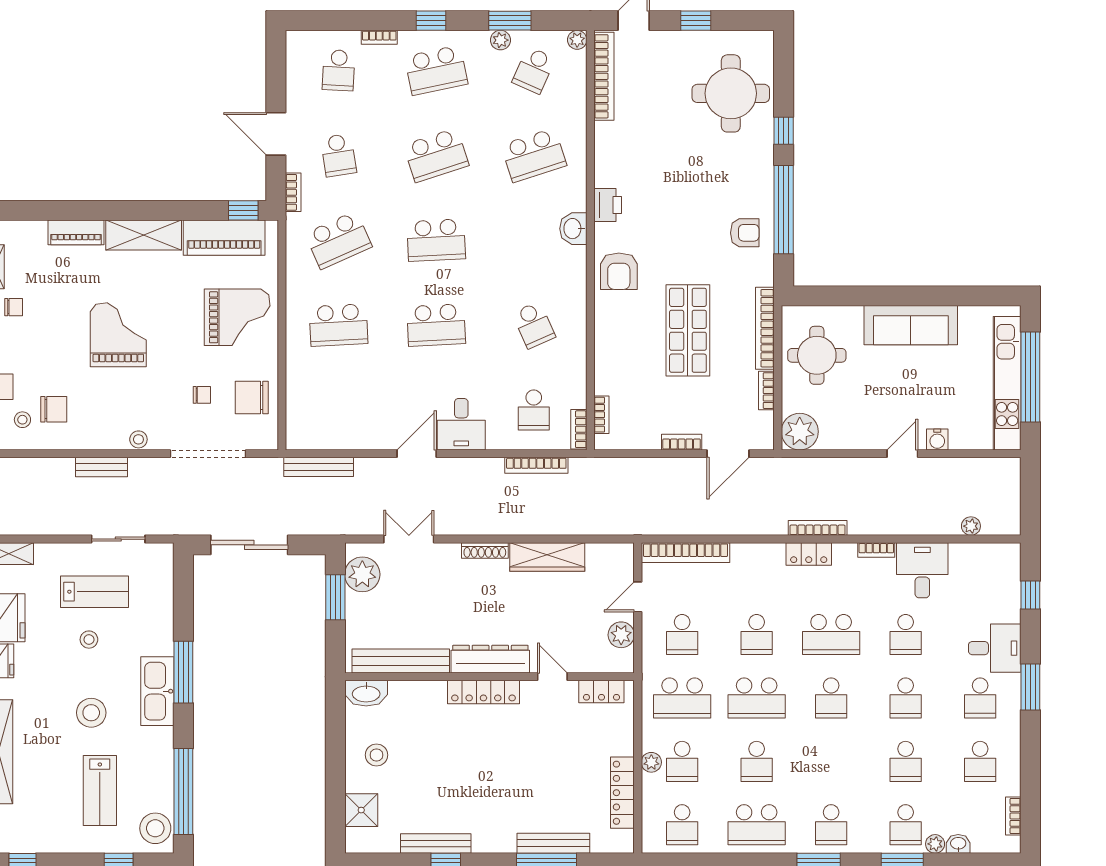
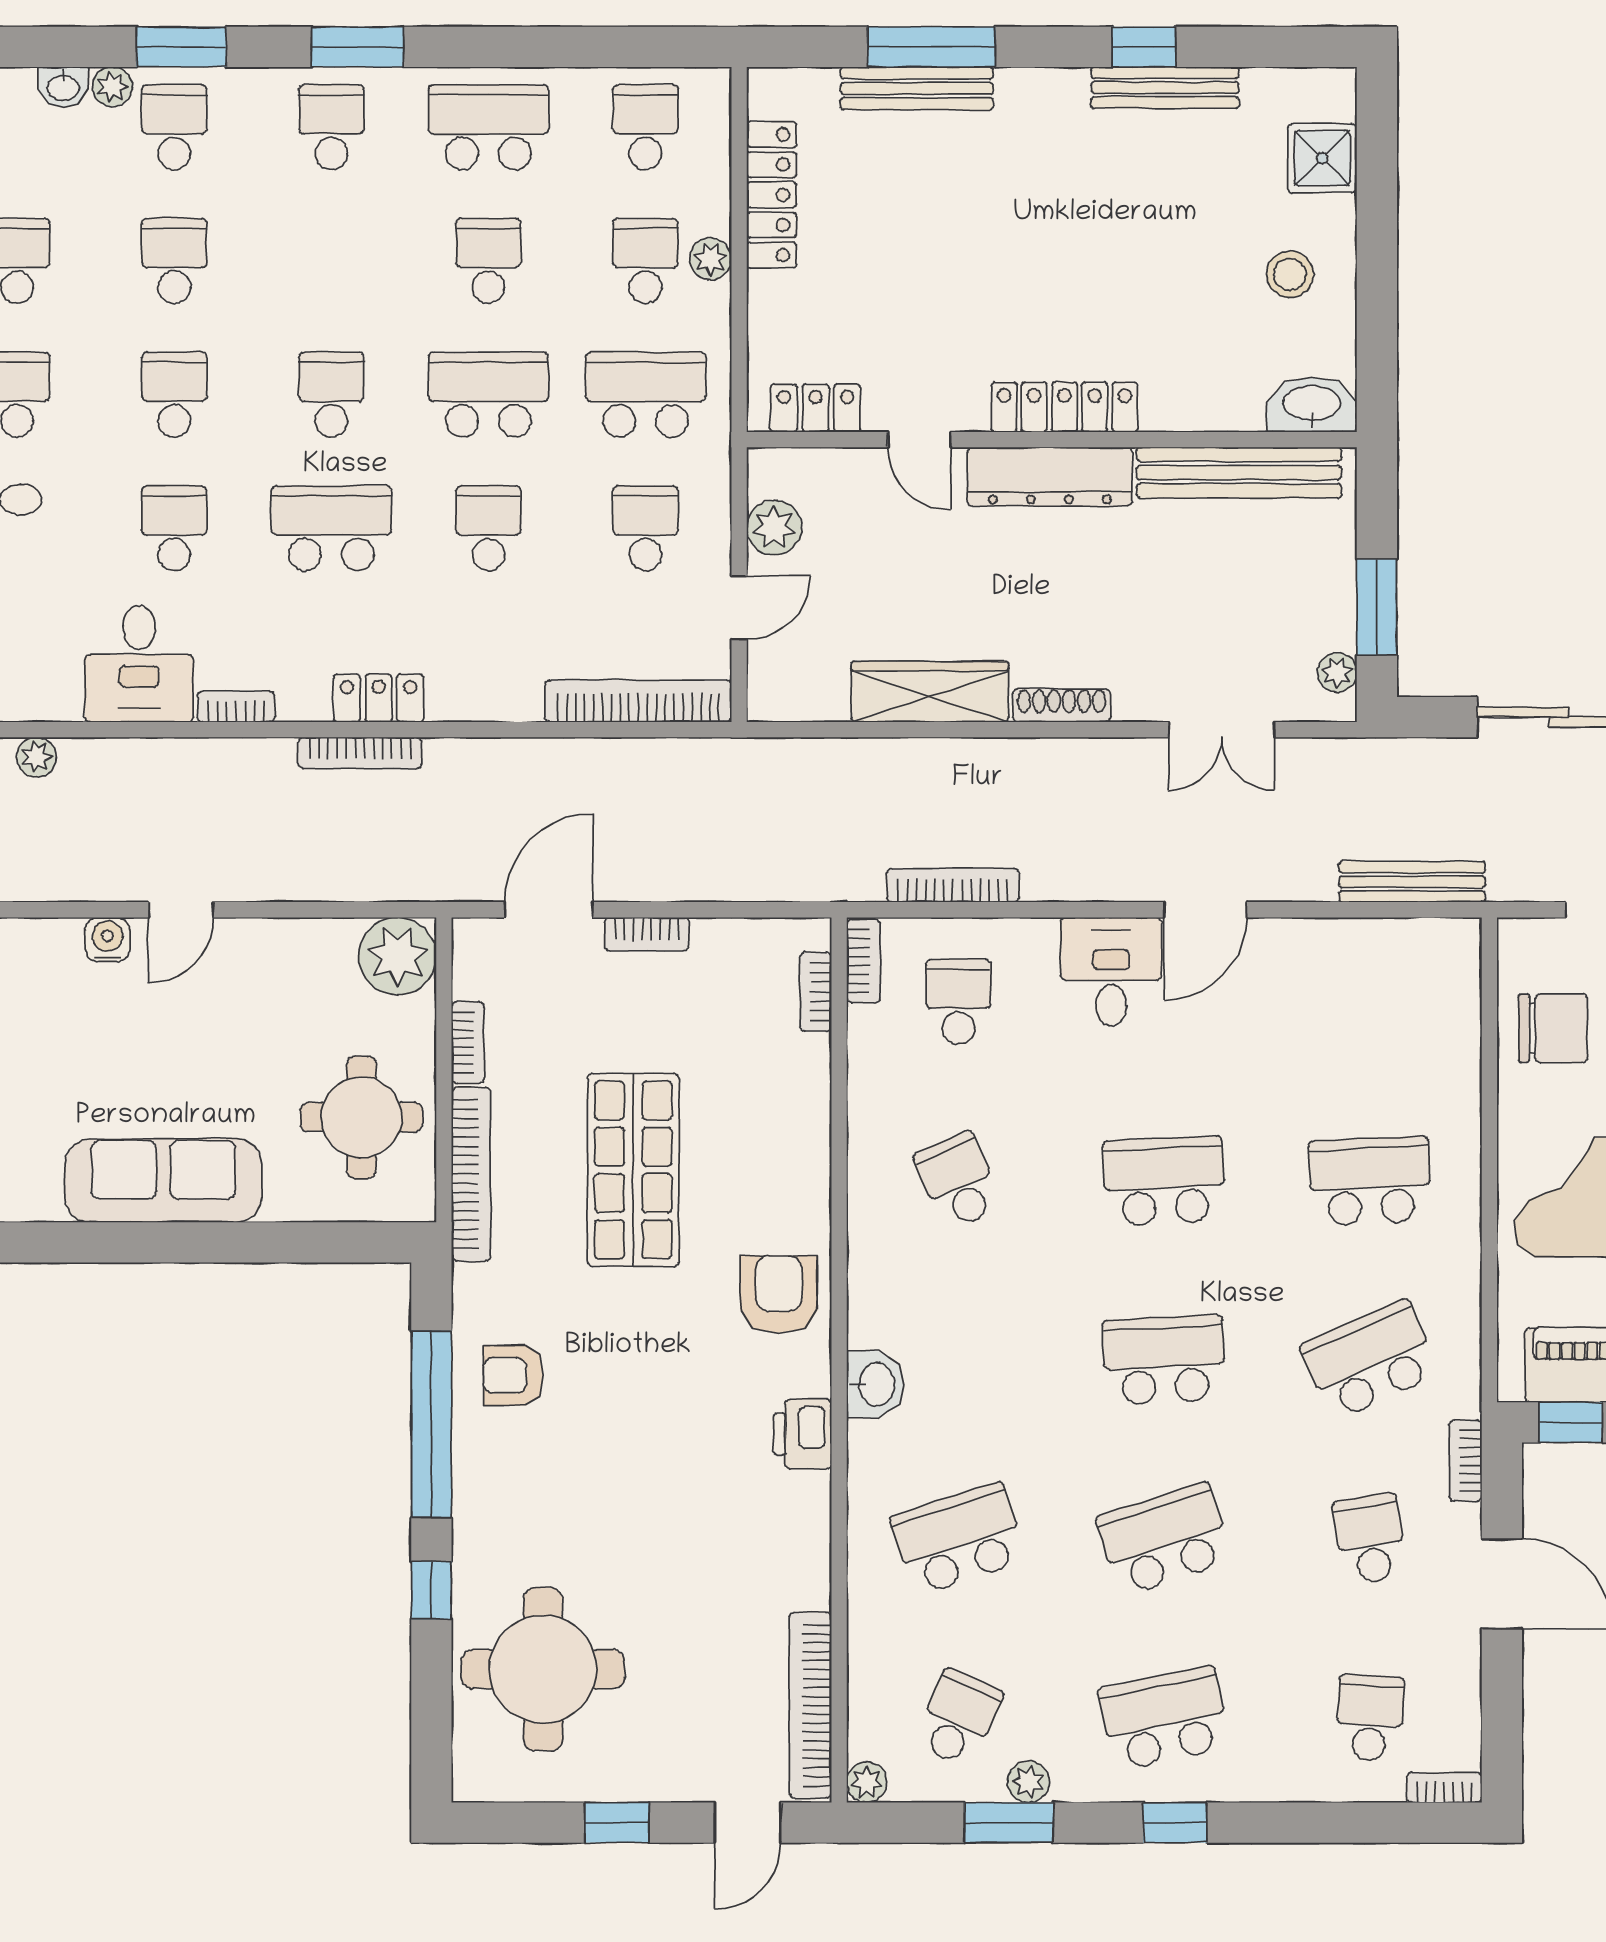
bookcase: (379, 37) -> (1444, 1788), moved
plant: (362, 574) -> (1337, 672), width x0.53, depth x0.53

